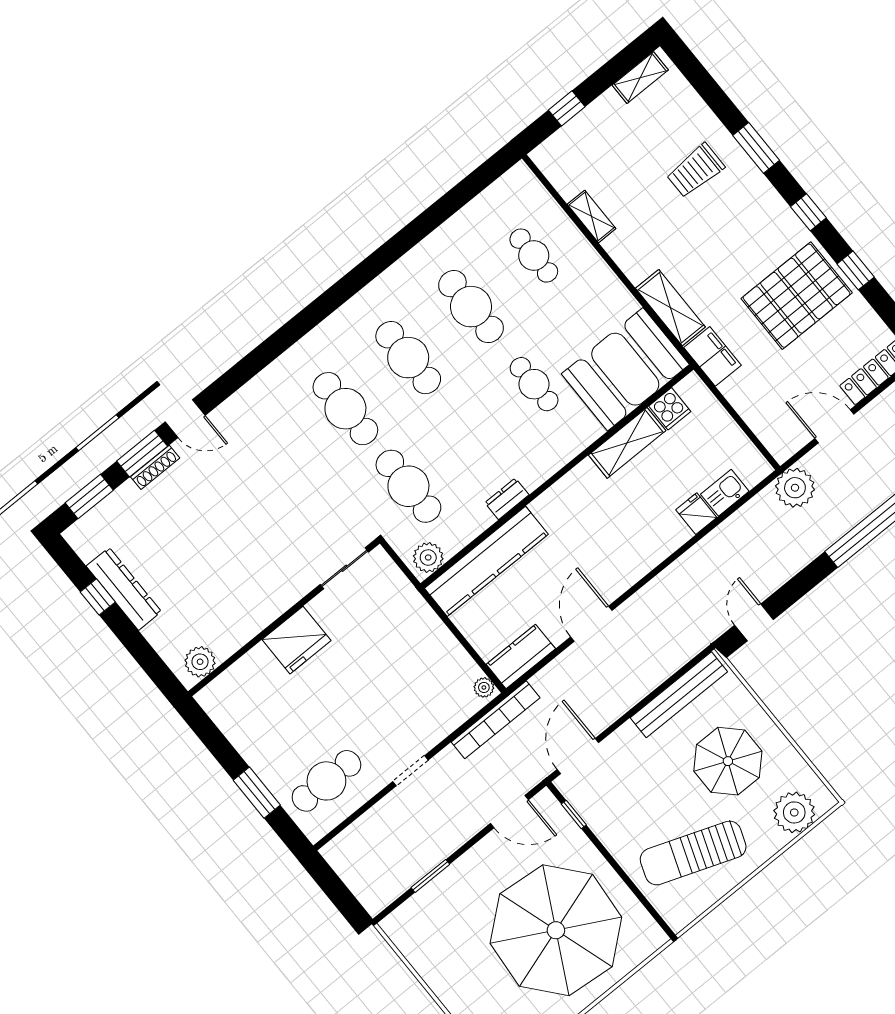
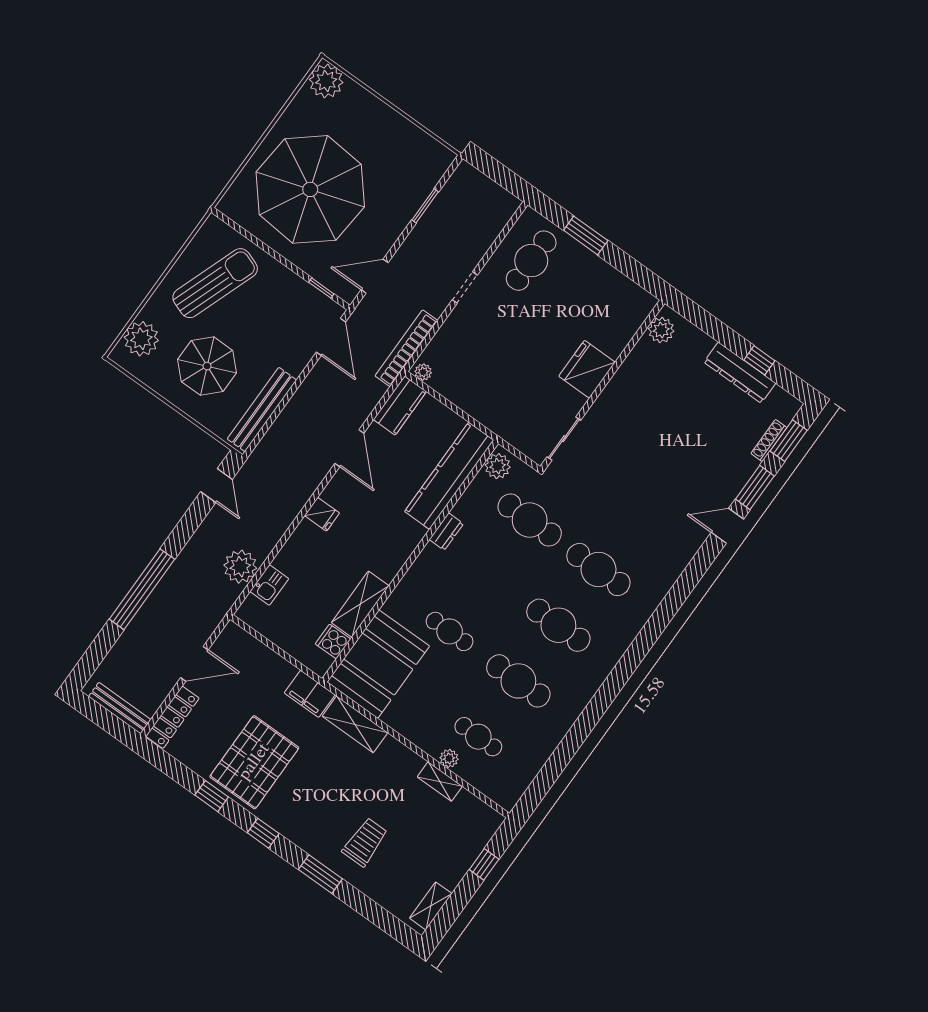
plant: (574, 240) -> (449, 758), added
shoe rack: (155, 467) -> (769, 441), moved
plant: (795, 488) -> (240, 567), moved
fridge: (696, 514) -> (322, 514), moved

